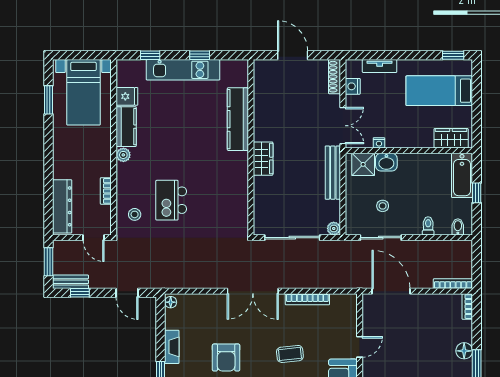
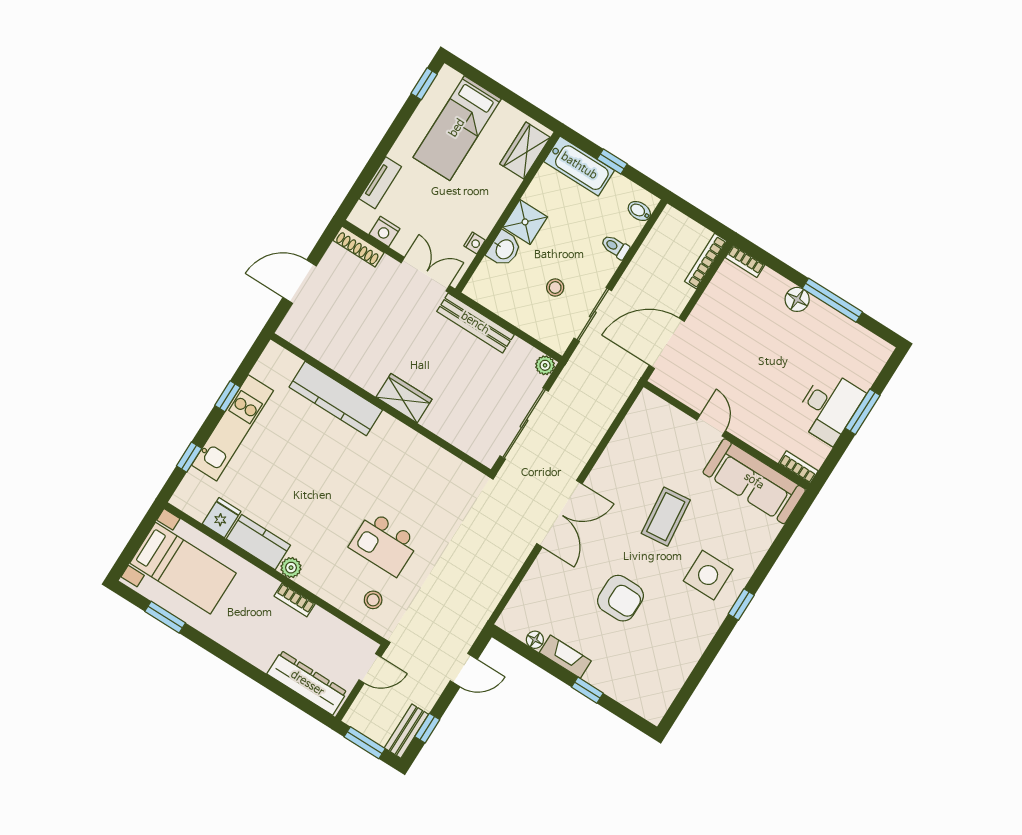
shower: (363, 164) -> (525, 222), moved
bookcase: (106, 191) -> (295, 600), moved
bookcase: (307, 299) -> (612, 453), removed
floor lamp: (171, 302) -> (535, 640), moved
coffee table: (290, 354) -> (666, 517), width x1.36, depth x1.30

